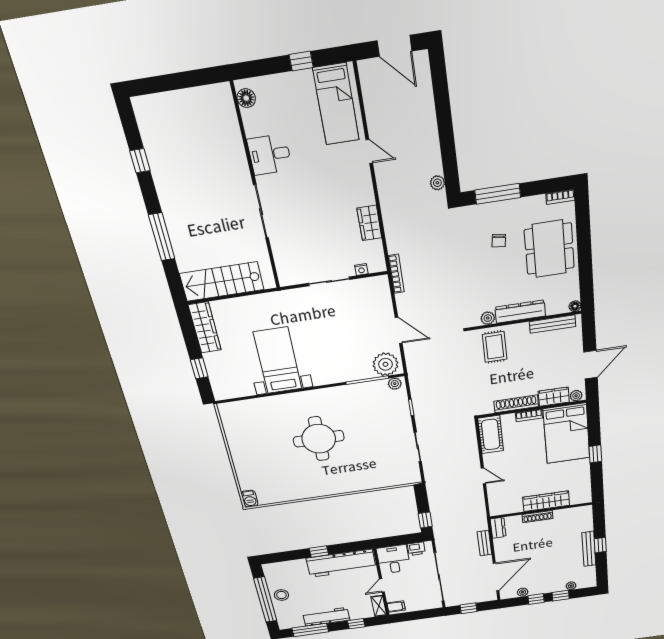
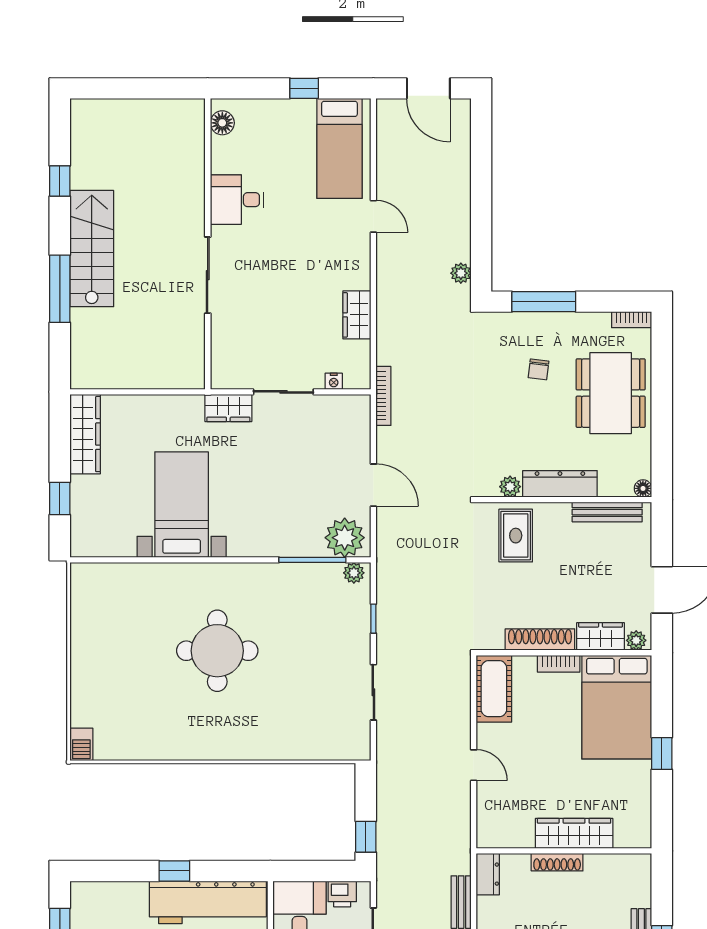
stairs: (222, 282) -> (92, 249), moved, turned 90
wardrobe: (295, 297) -> (228, 408), added

